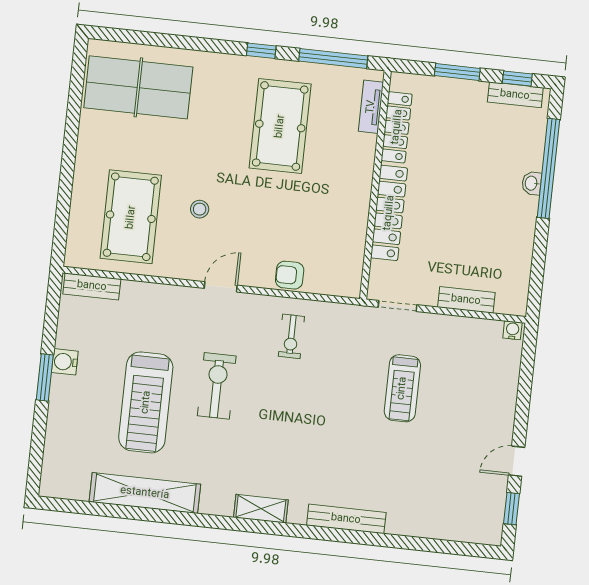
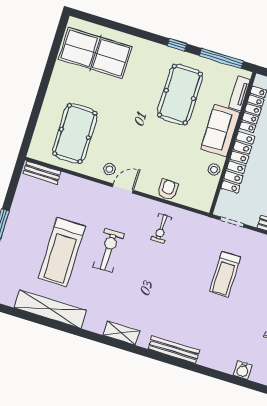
sofa: (353, 170) -> (220, 131), added
stool: (200, 209) -> (109, 169), moved
stool: (355, 231) -> (214, 170), added
armchair: (290, 275) -> (168, 189), turned 92
water cooler: (65, 362) -> (243, 370), moved, turned -90

